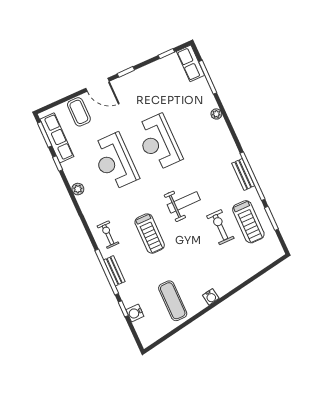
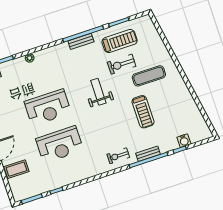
row of seats: (57, 138) -> (36, 189), removed
plant: (78, 189) -> (79, 176), removed
treadmill: (150, 234) -> (143, 112), moved, turned 90
water cooler: (211, 297) -> (177, 78), removed
exercise mat: (173, 301) -> (149, 76), moved

